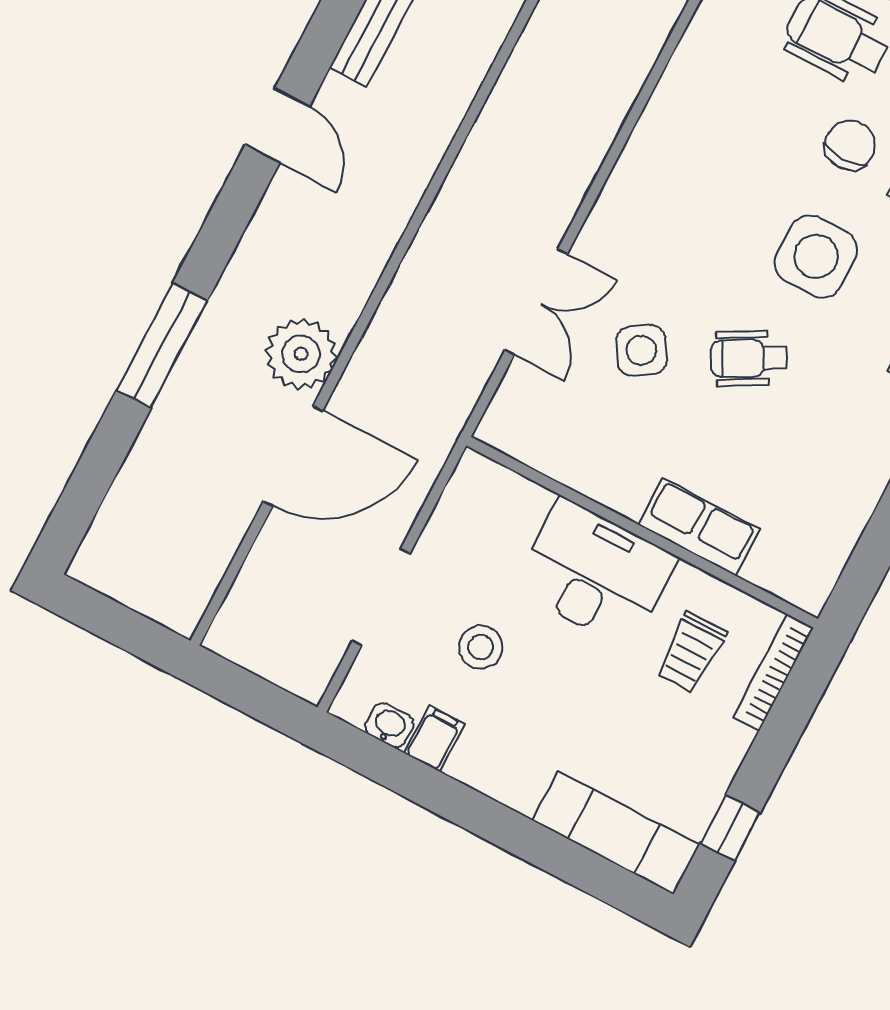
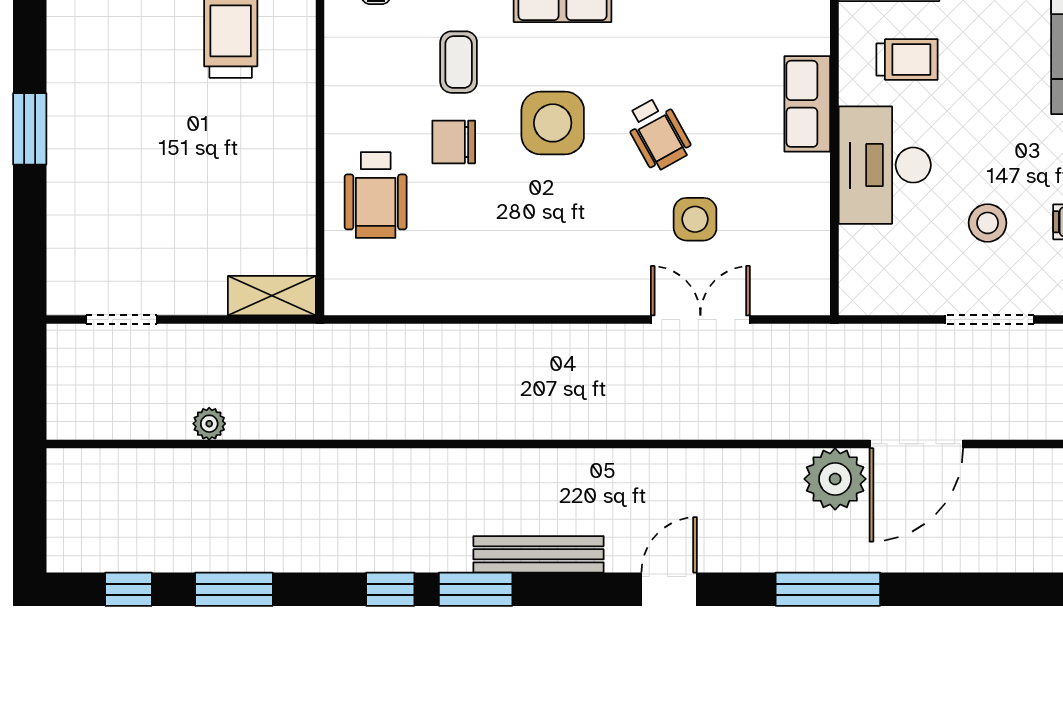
window: (162, 345) -> (828, 589), moved
side table: (641, 350) -> (695, 219), turned 32
door: (293, 456) -> (916, 444), swing flipped

